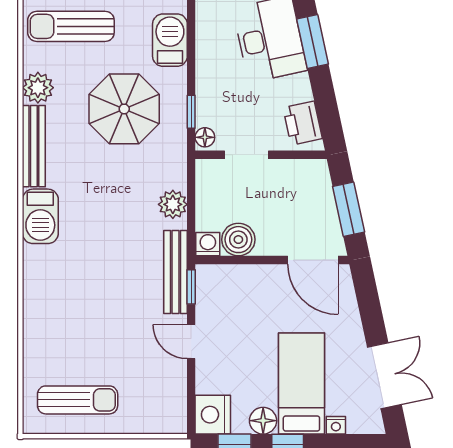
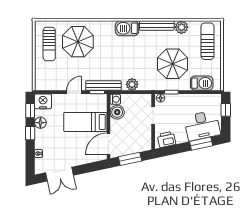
parasol: (72, 332) -> (78, 42), added
bed: (301, 384) -> (85, 122), moved, turned 180

